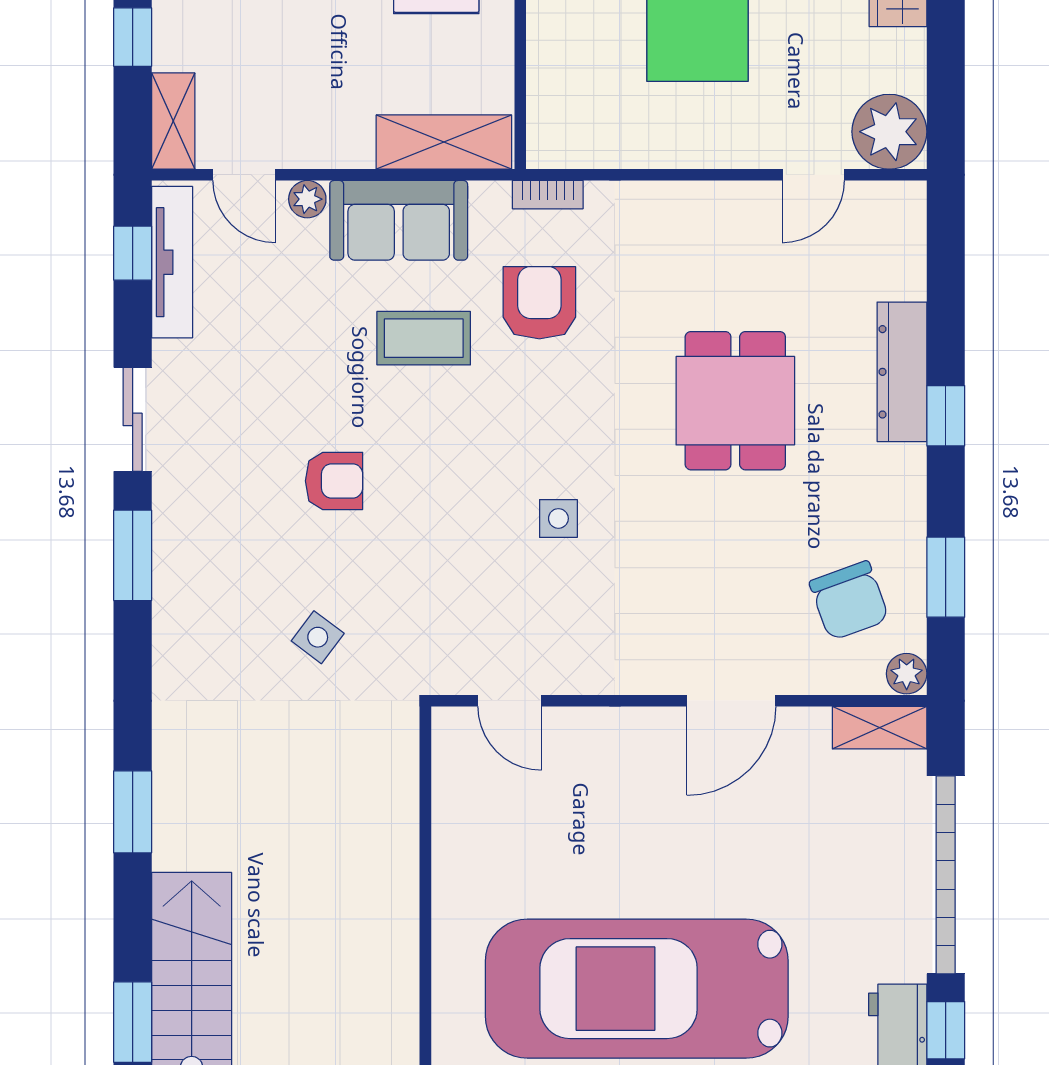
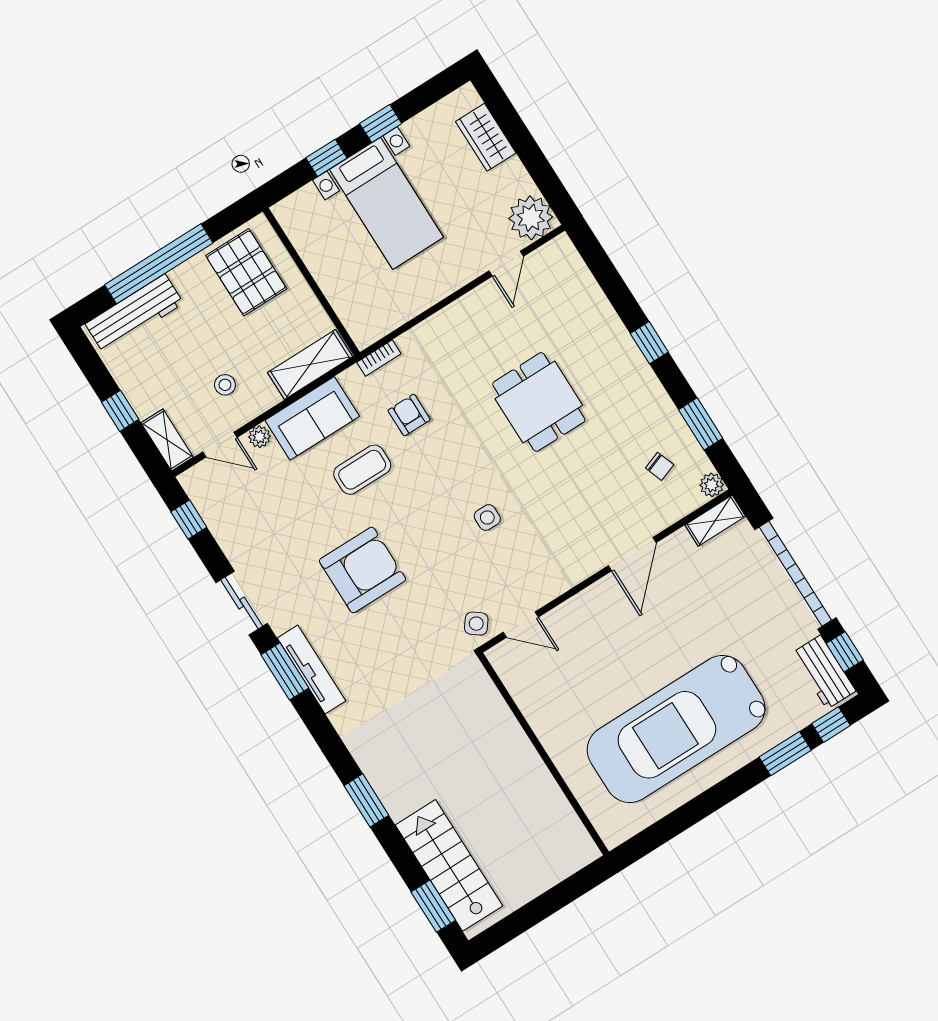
stool: (305, 94) -> (225, 385), added
tv unit: (172, 262) -> (311, 670), moved
armchair: (539, 303) -> (409, 415), width x0.72, depth x0.72
dresser: (902, 372) -> (613, 335), removed
armchair: (334, 481) -> (362, 570), width x1.88, depth x1.88
chair: (849, 601) -> (660, 466), width x0.54, depth x0.54
side table: (318, 637) -> (476, 624), moved

